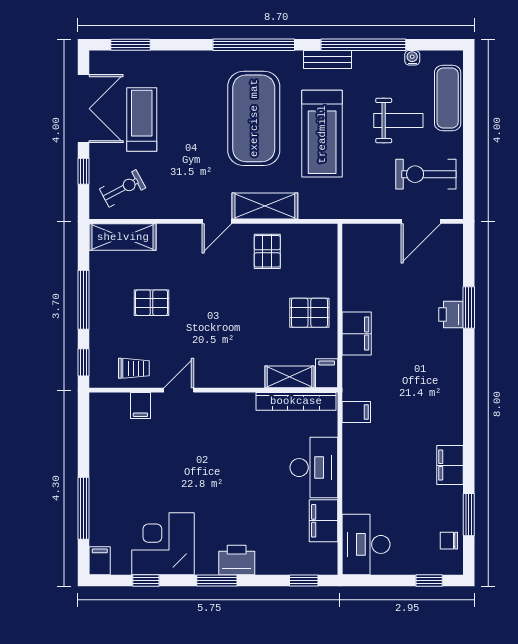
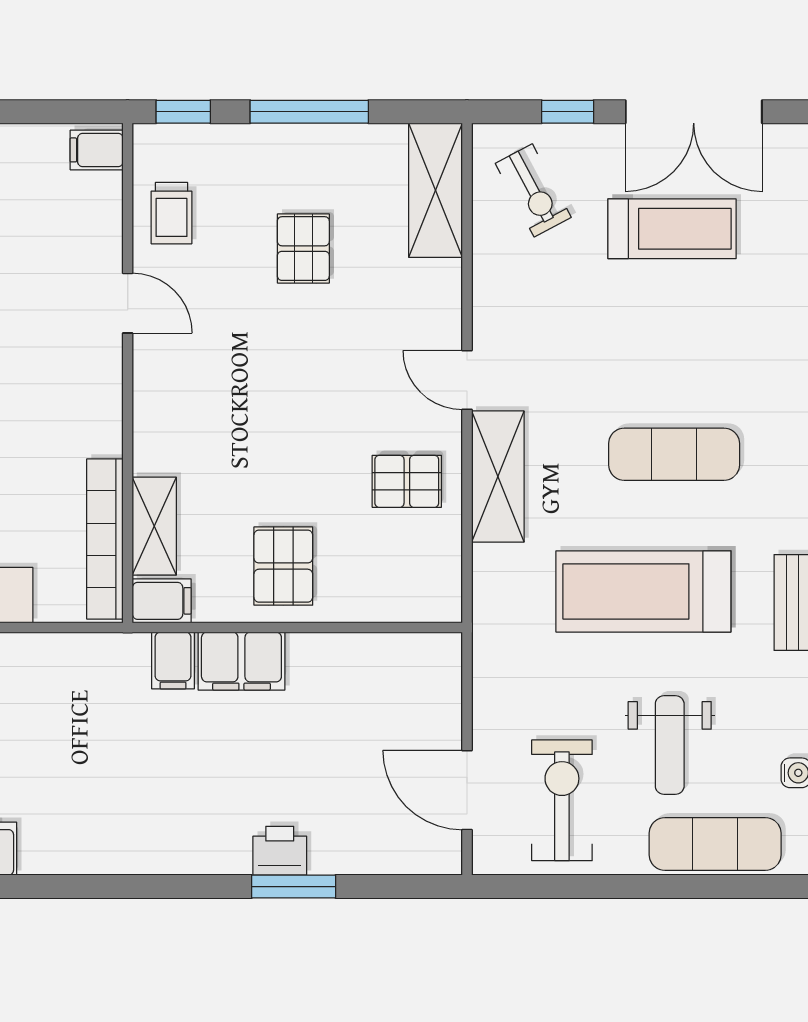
exercise mat: (254, 118) -> (674, 454), width x0.50, depth x0.69
filing cabinet: (140, 406) -> (97, 150), moved
filing cabinet: (356, 412) -> (173, 660), moved

